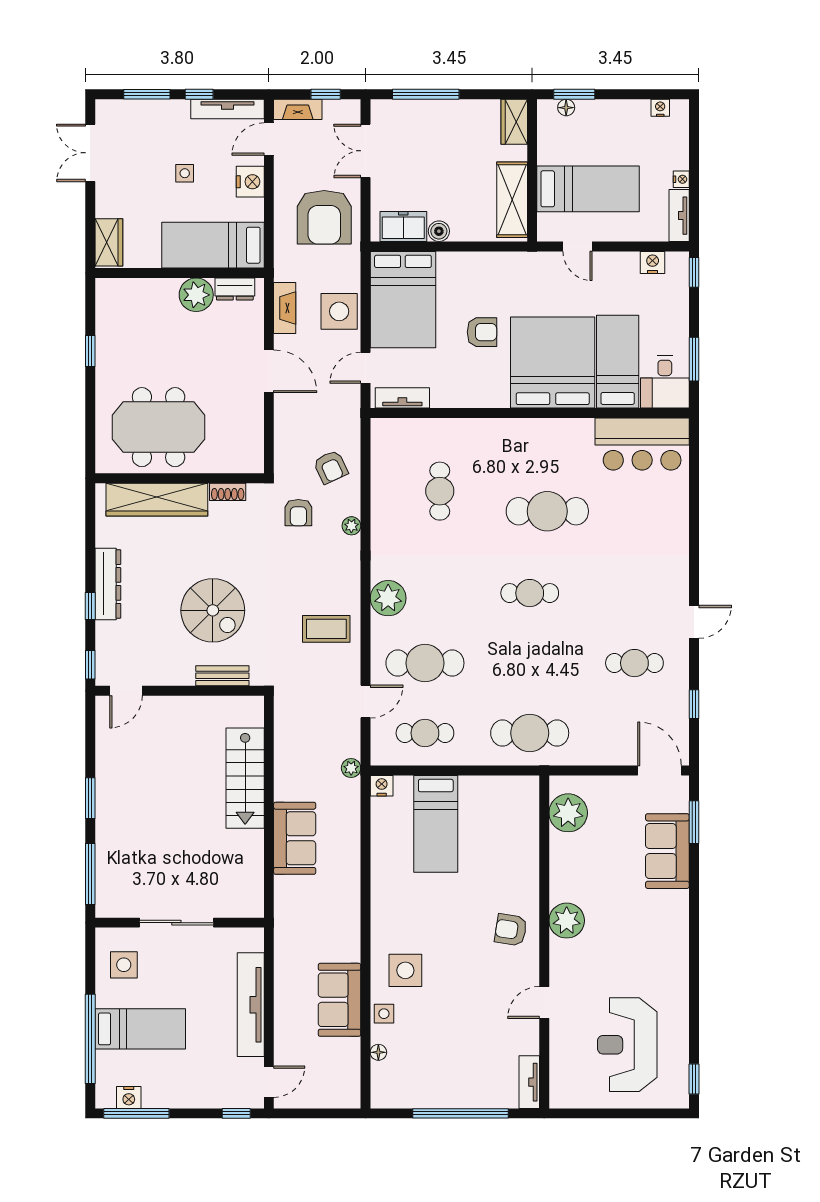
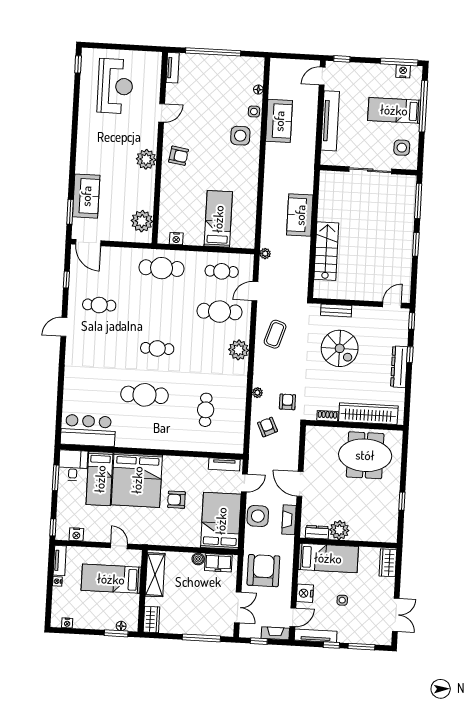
spiral stairs: (213, 610) -> (340, 348), turned 180
coffee table: (326, 629) -> (275, 334), turned -72
nightstand: (382, 786) -> (176, 239), moved

